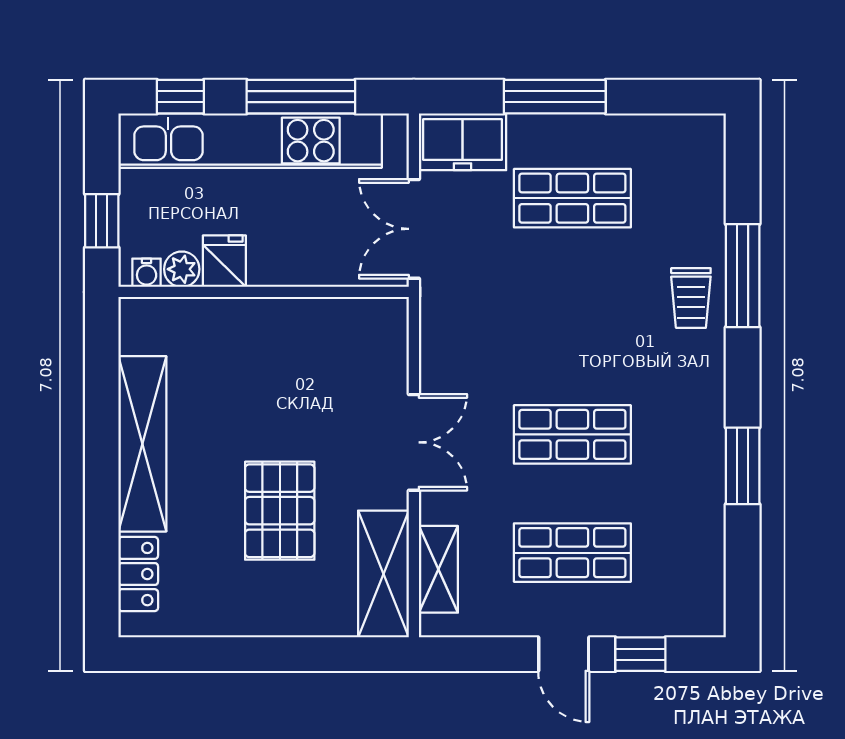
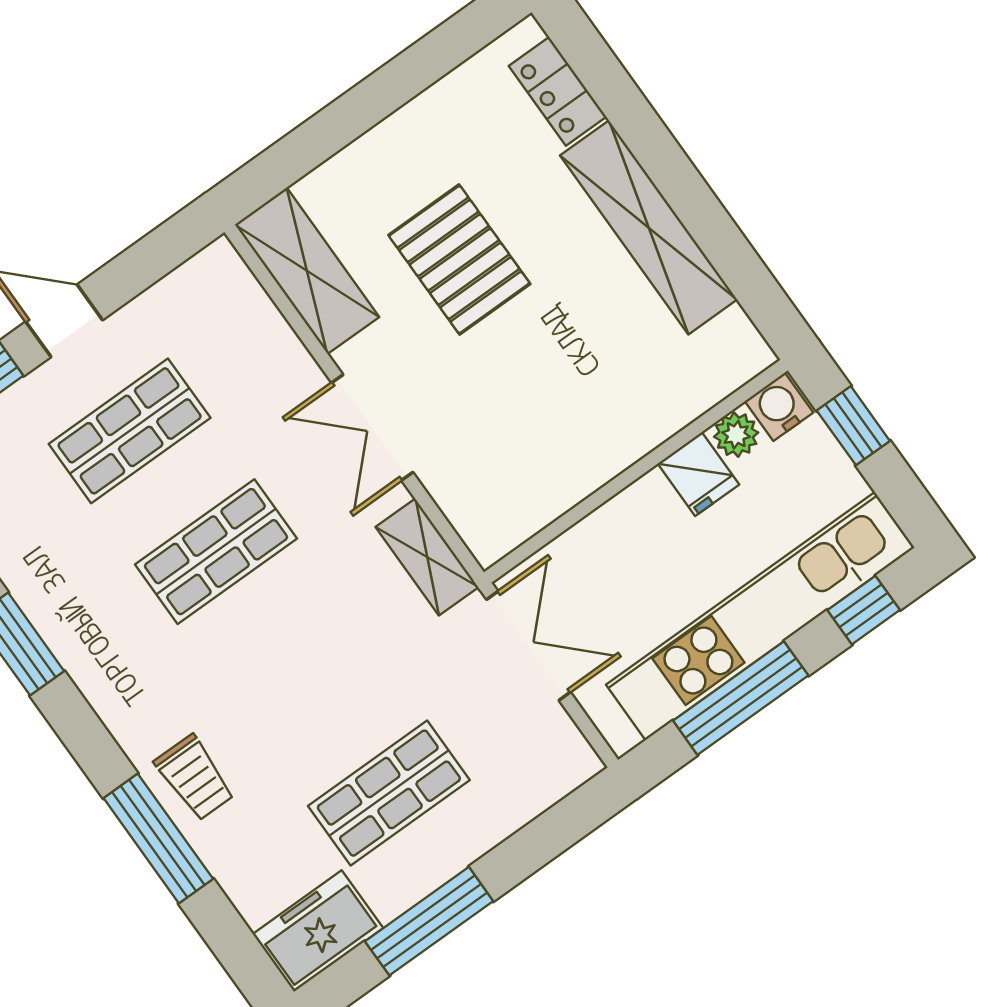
window: (555, 97) -> (429, 921), moved
freezer: (463, 142) -> (318, 931), moved
water cooler: (147, 273) -> (779, 407), width x1.38, depth x1.38
trolley: (691, 298) -> (195, 778), turned 180
shelving: (438, 569) -> (427, 557), moved

